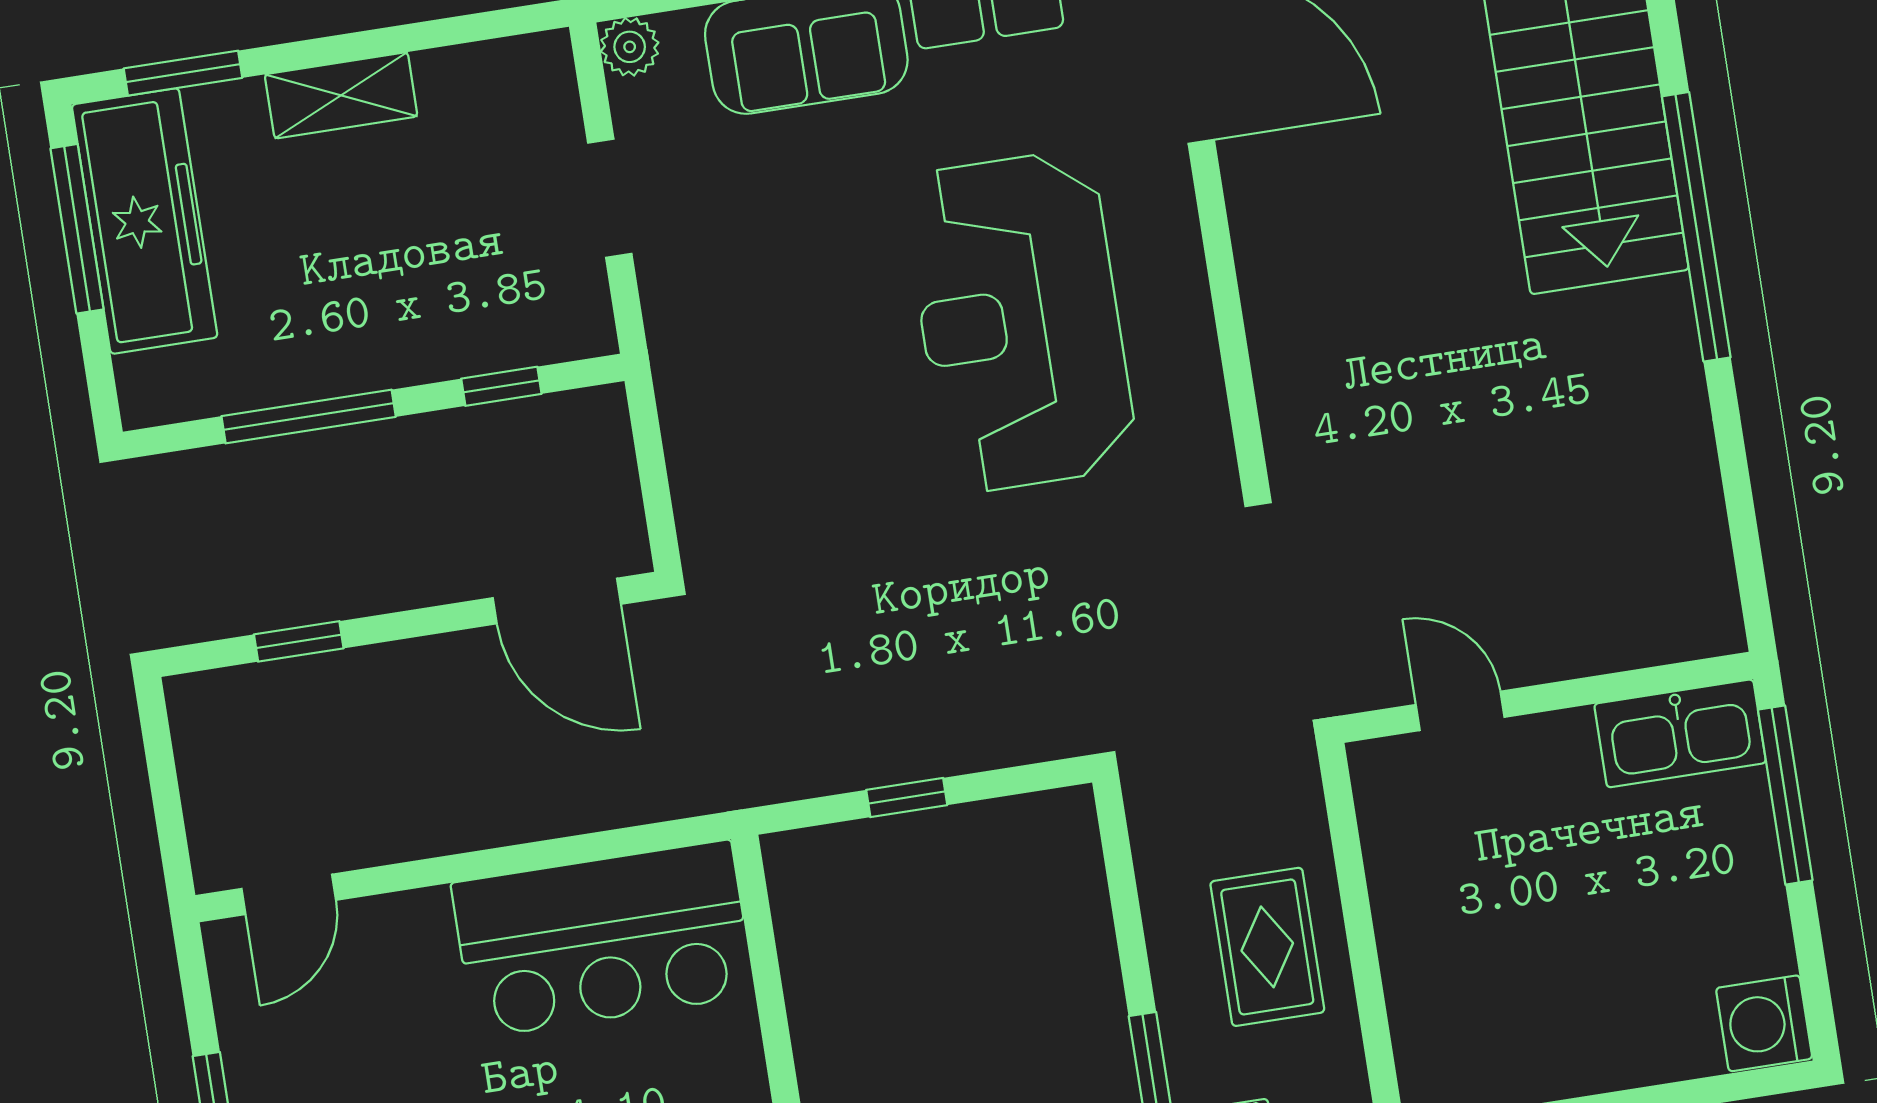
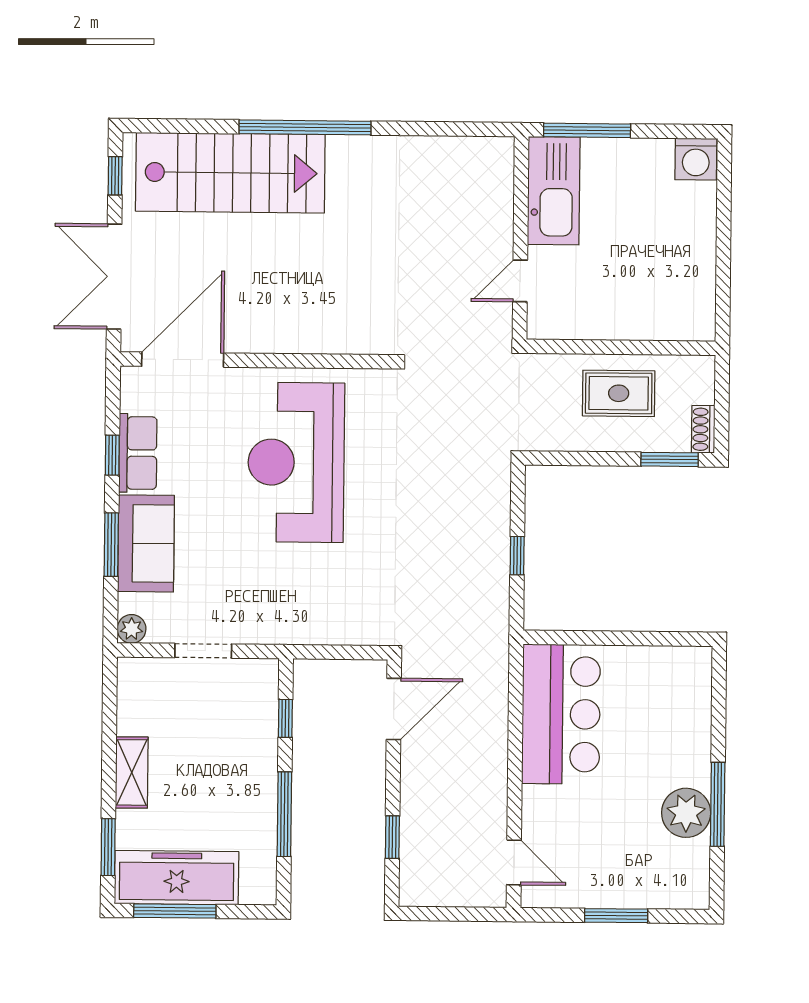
reception desk: (1020, 322) -> (296, 462), turned 90
kitchen sink: (1680, 733) -> (554, 191), width x1.36, depth x1.24

